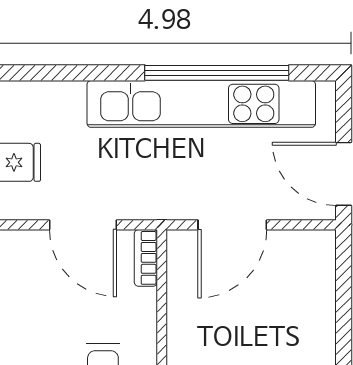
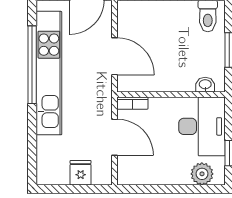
door: (83, 225) -> (114, 137), hinge flipped

